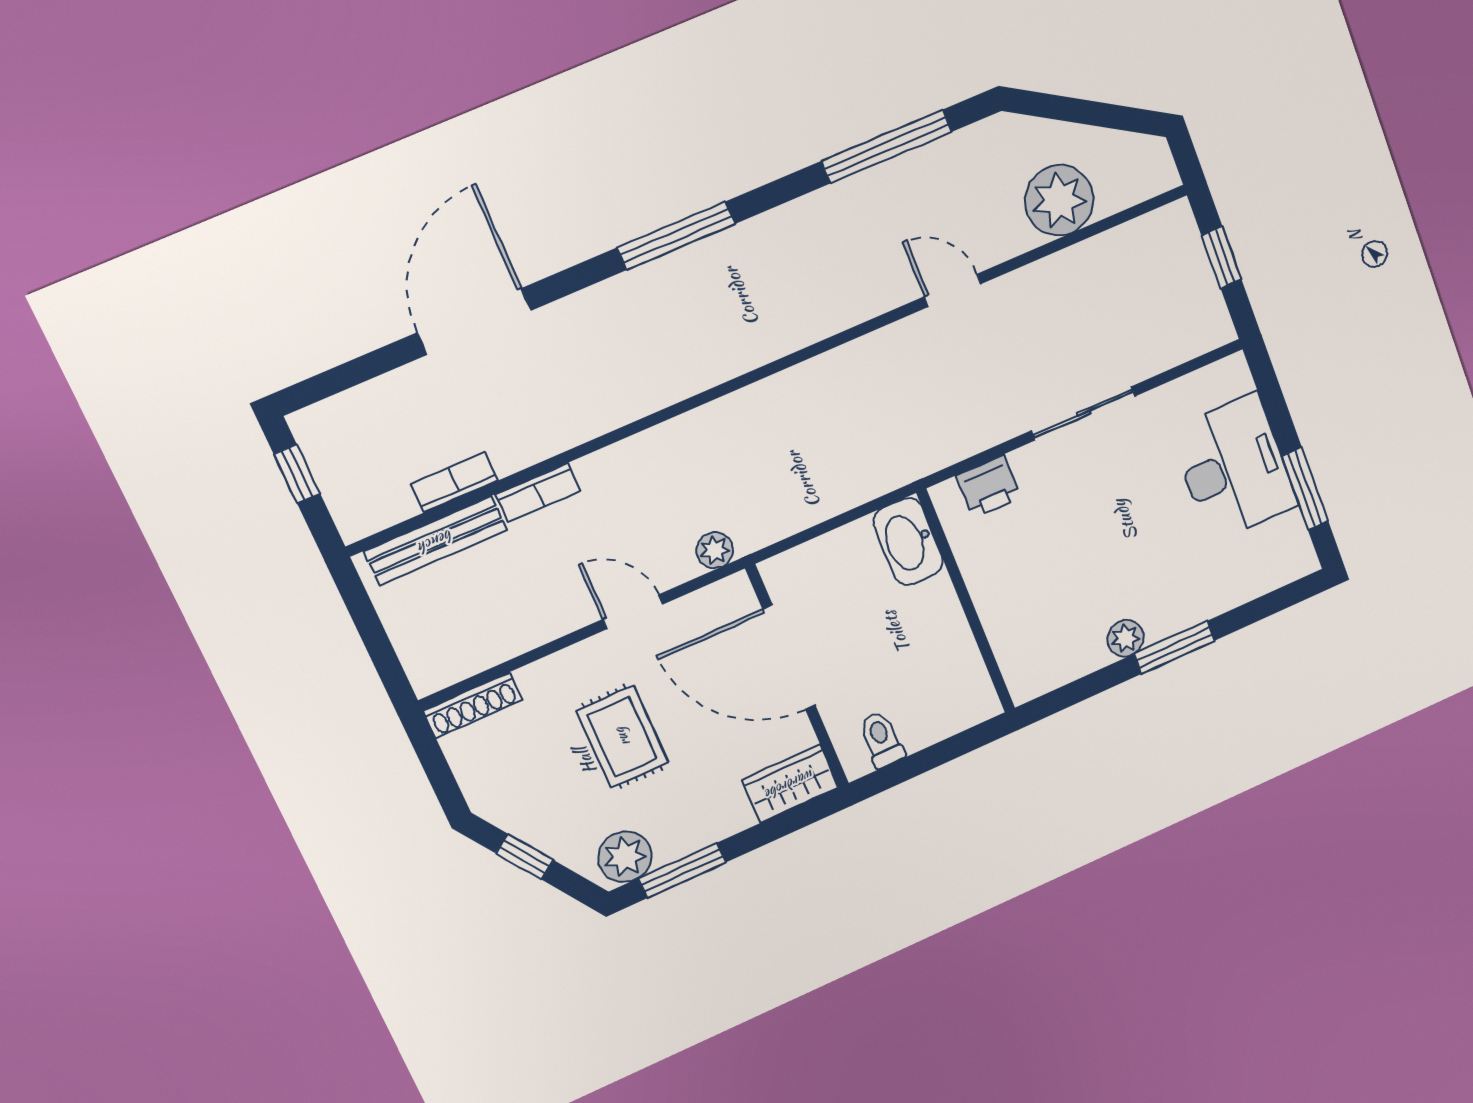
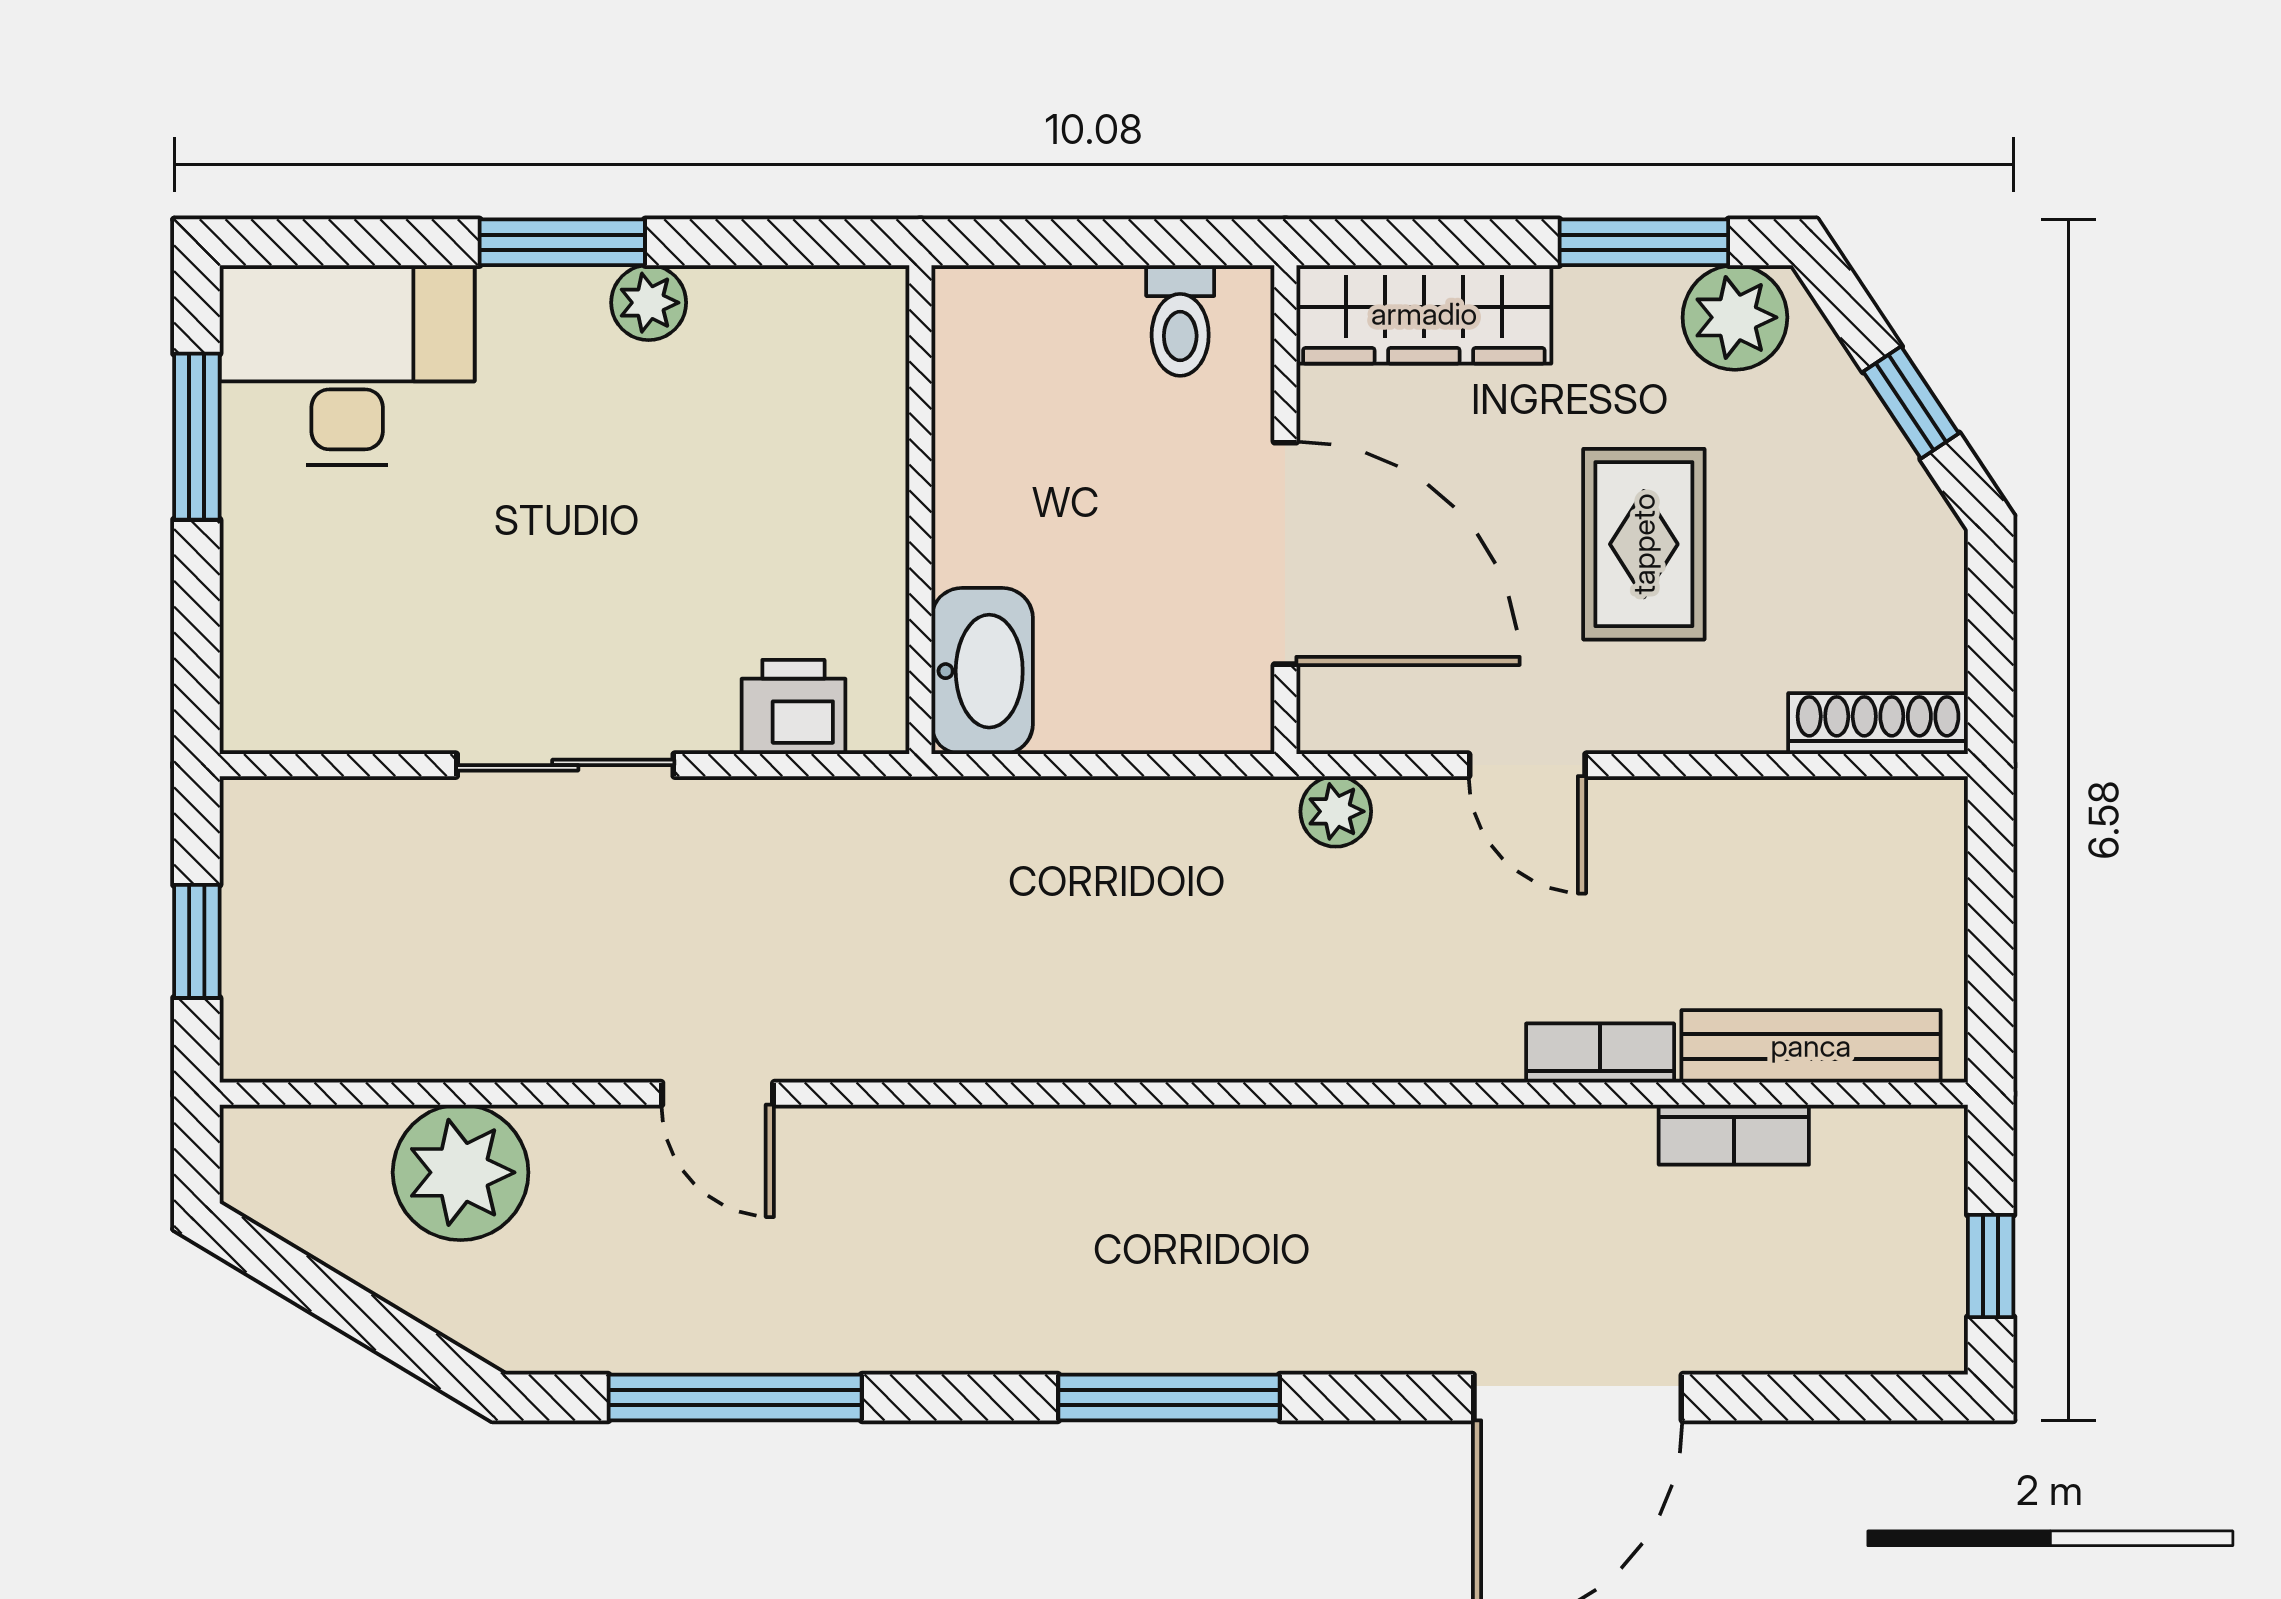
desk: (1234, 468) -> (347, 365), moved, turned 90
wardrobe: (790, 784) -> (1424, 314), width x1.50

